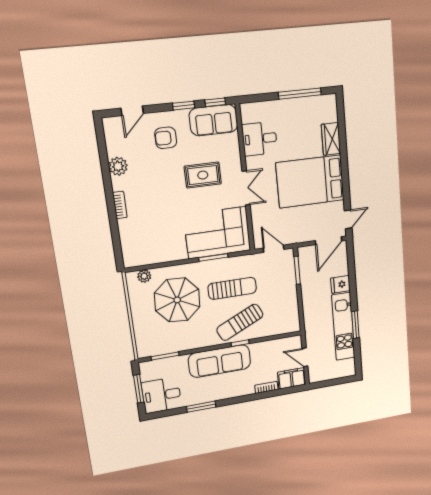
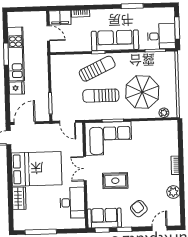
armchair: (166, 138) -> (139, 209), turned -127
desk: (260, 139) -> (72, 203), width x1.37
desk: (162, 395) -> (161, 36), moved

